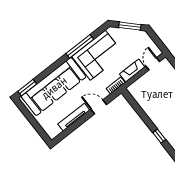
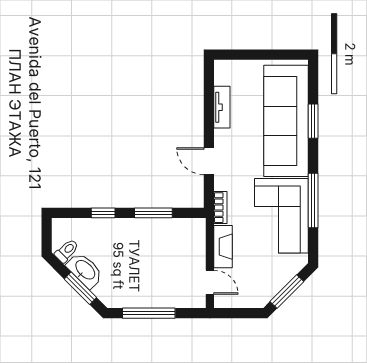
window: (27, 88) -> (313, 121), moved
door: (99, 107) -> (209, 161), swing flipped
window: (142, 114) -> (153, 213), added
tv unit: (74, 117) -> (222, 107), width x0.71

